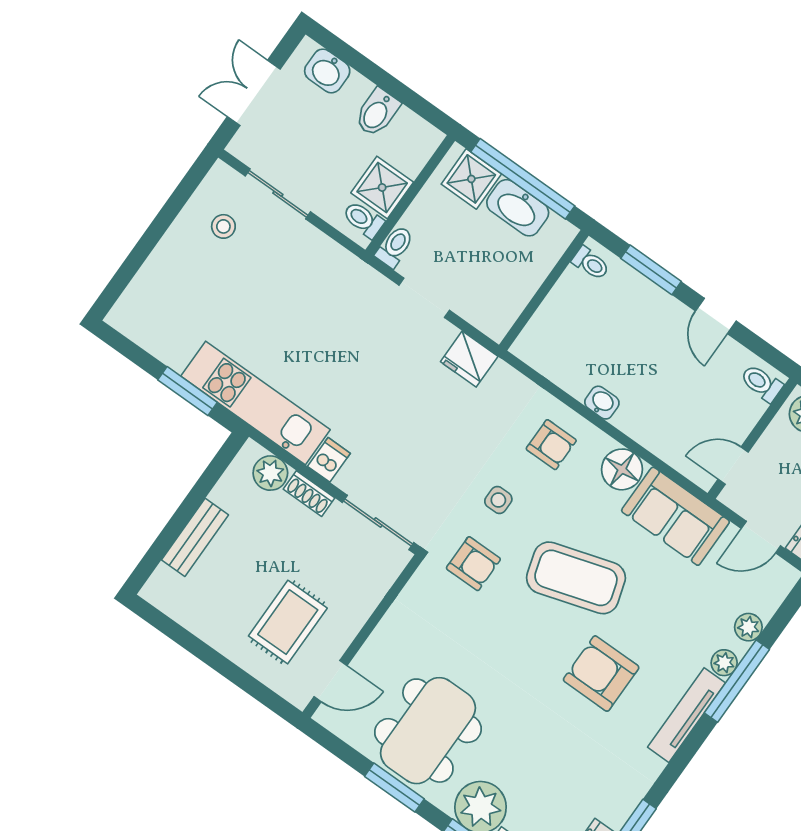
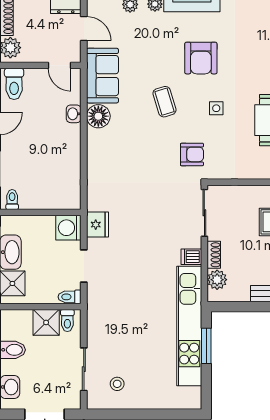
washing machine: (494, 315) -> (68, 228), added
toilet: (761, 383) -> (14, 84), width x1.37, depth x1.39
kitchen unit: (256, 403) -> (189, 326), width x1.36
washbasin: (602, 403) -> (74, 114), moved
armchair: (551, 445) -> (110, 158), removed
side table: (498, 500) -> (216, 108), moved
armchair: (473, 564) -> (192, 154), turned 90
coffee table: (576, 578) -> (164, 102), width x0.54, depth x0.58

